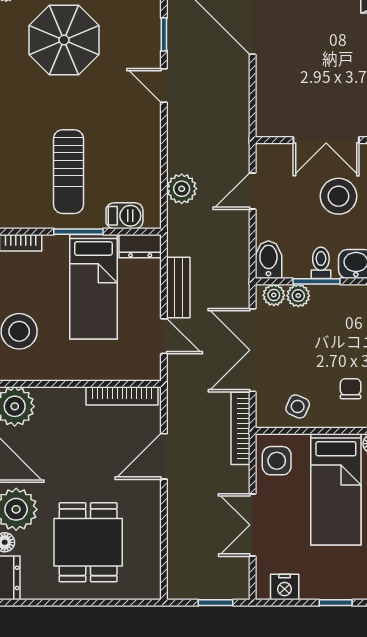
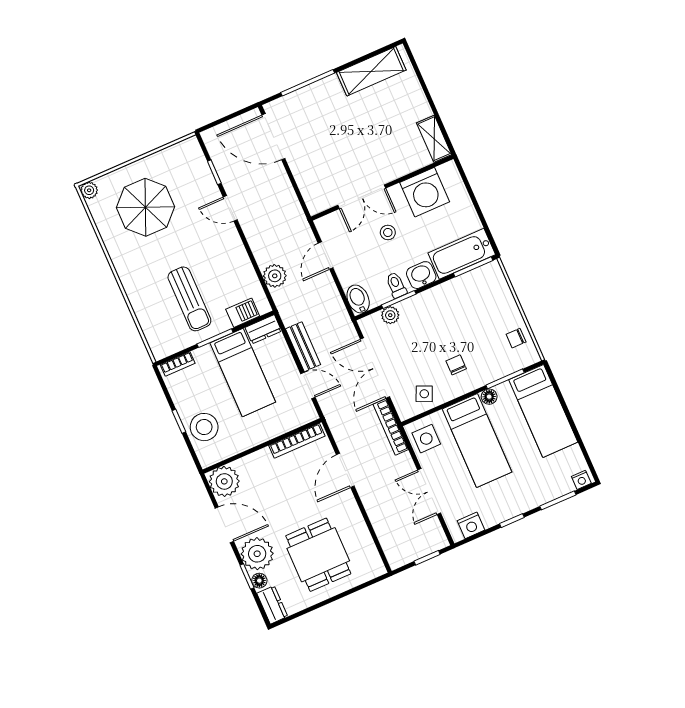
stool: (338, 196) -> (388, 232), width x0.53, depth x0.53
plant: (274, 295) -> (373, 322), removed

